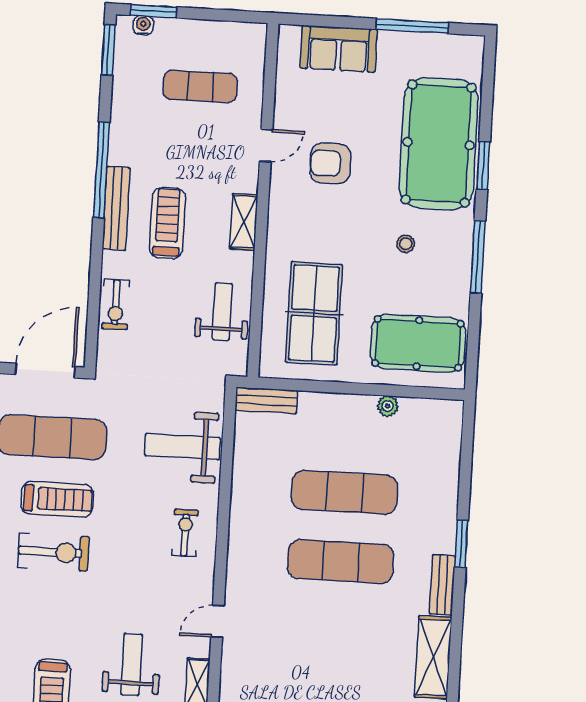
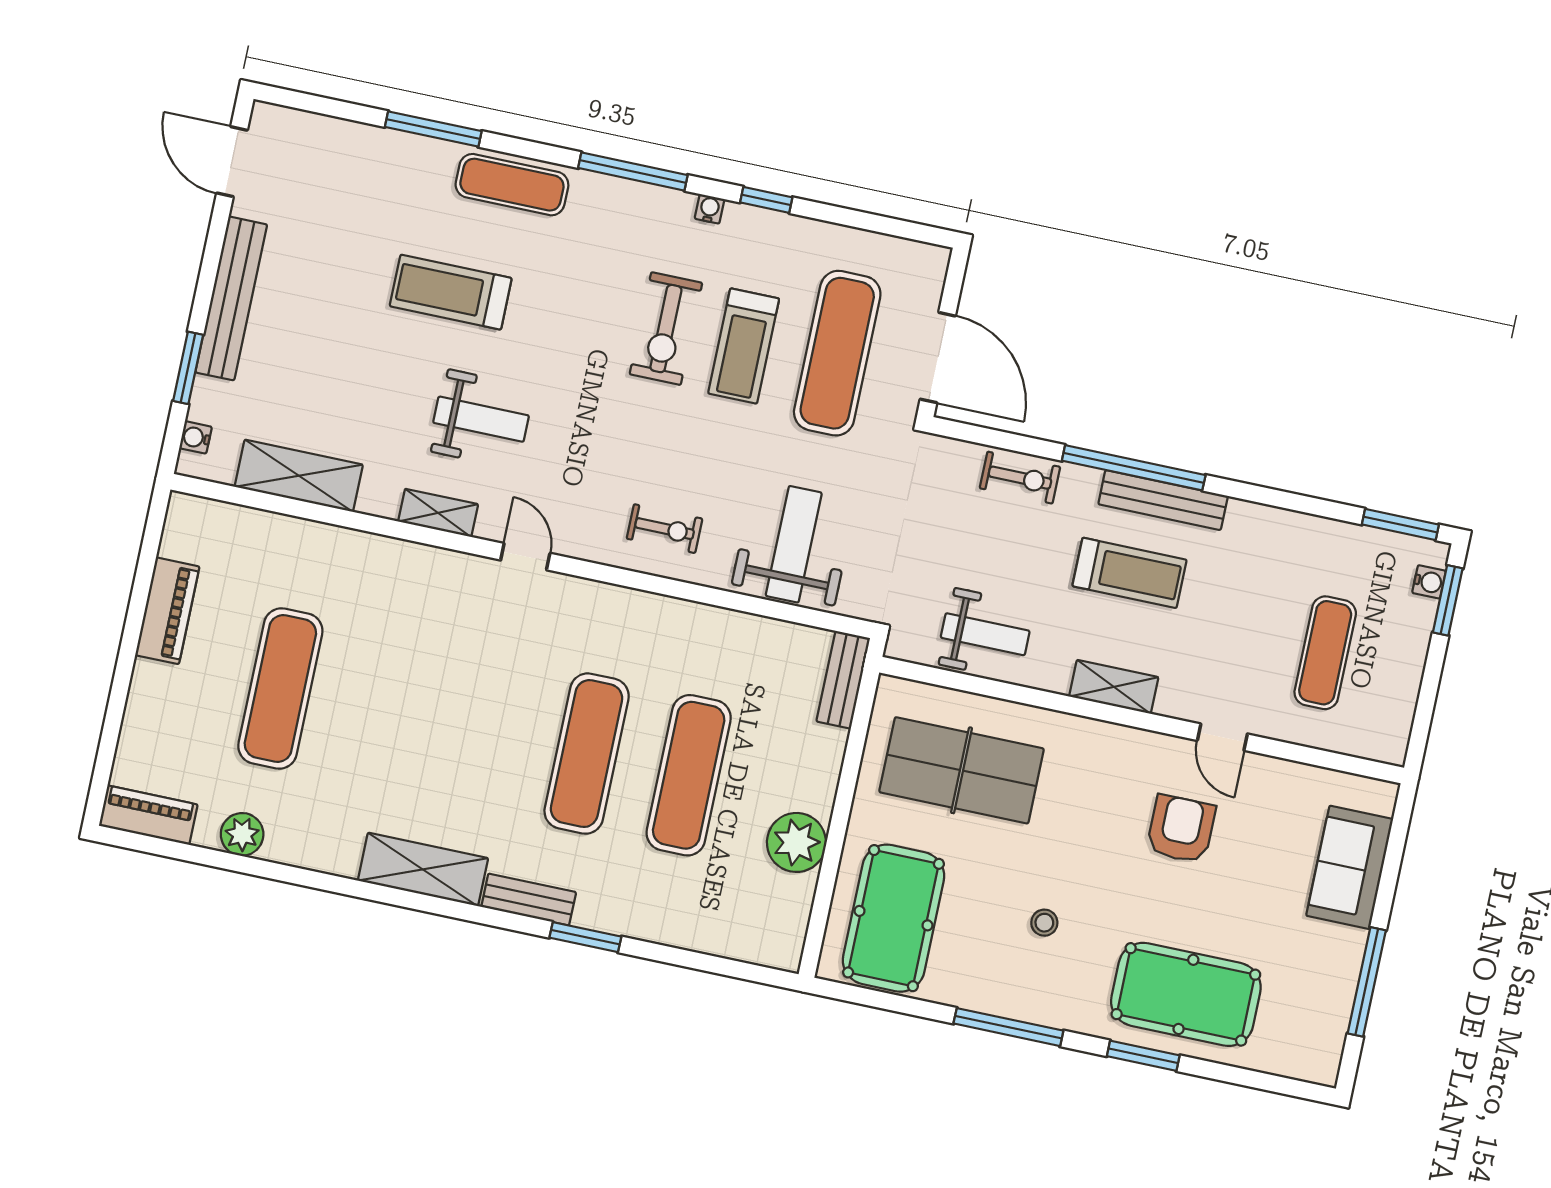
pool table: (439, 144) -> (1186, 994), width x0.73, depth x0.76
window: (101, 170) -> (1134, 468), moved
exercise bike: (116, 305) -> (1020, 478), turned 180
plant: (388, 406) -> (796, 842), width x1.88, depth x1.88

